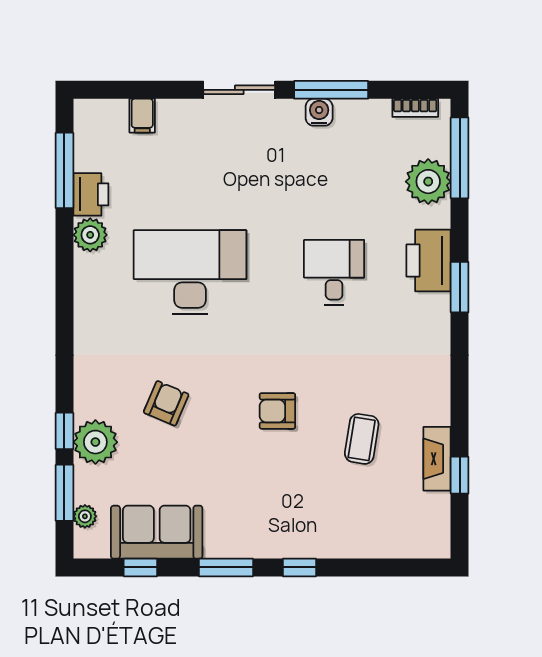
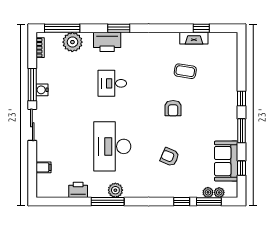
window: (64, 170) -> (108, 201), moved
plant: (90, 235) -> (115, 190), moved
plant: (95, 442) -> (208, 192), moved, width x0.53, depth x0.53

